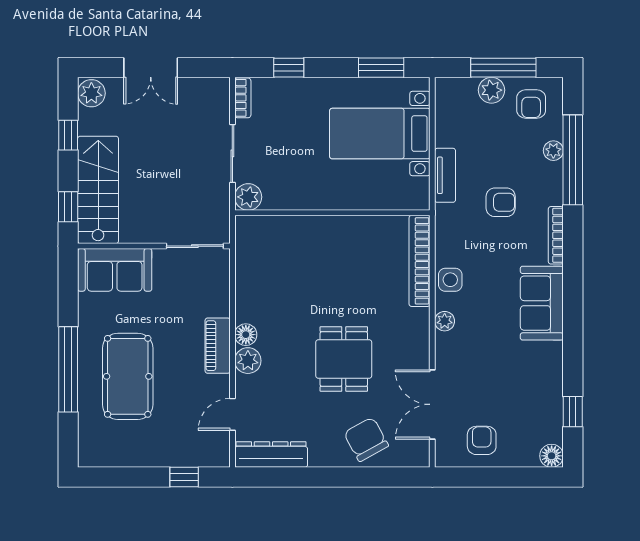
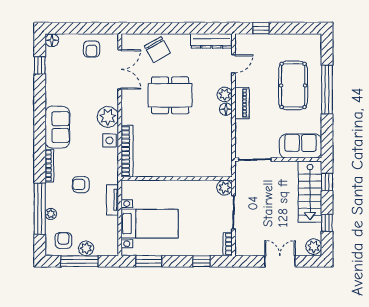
plant: (445, 321) -> (108, 117), width x1.88, depth x1.88
dining table: (344, 359) -> (170, 95), width x1.38

